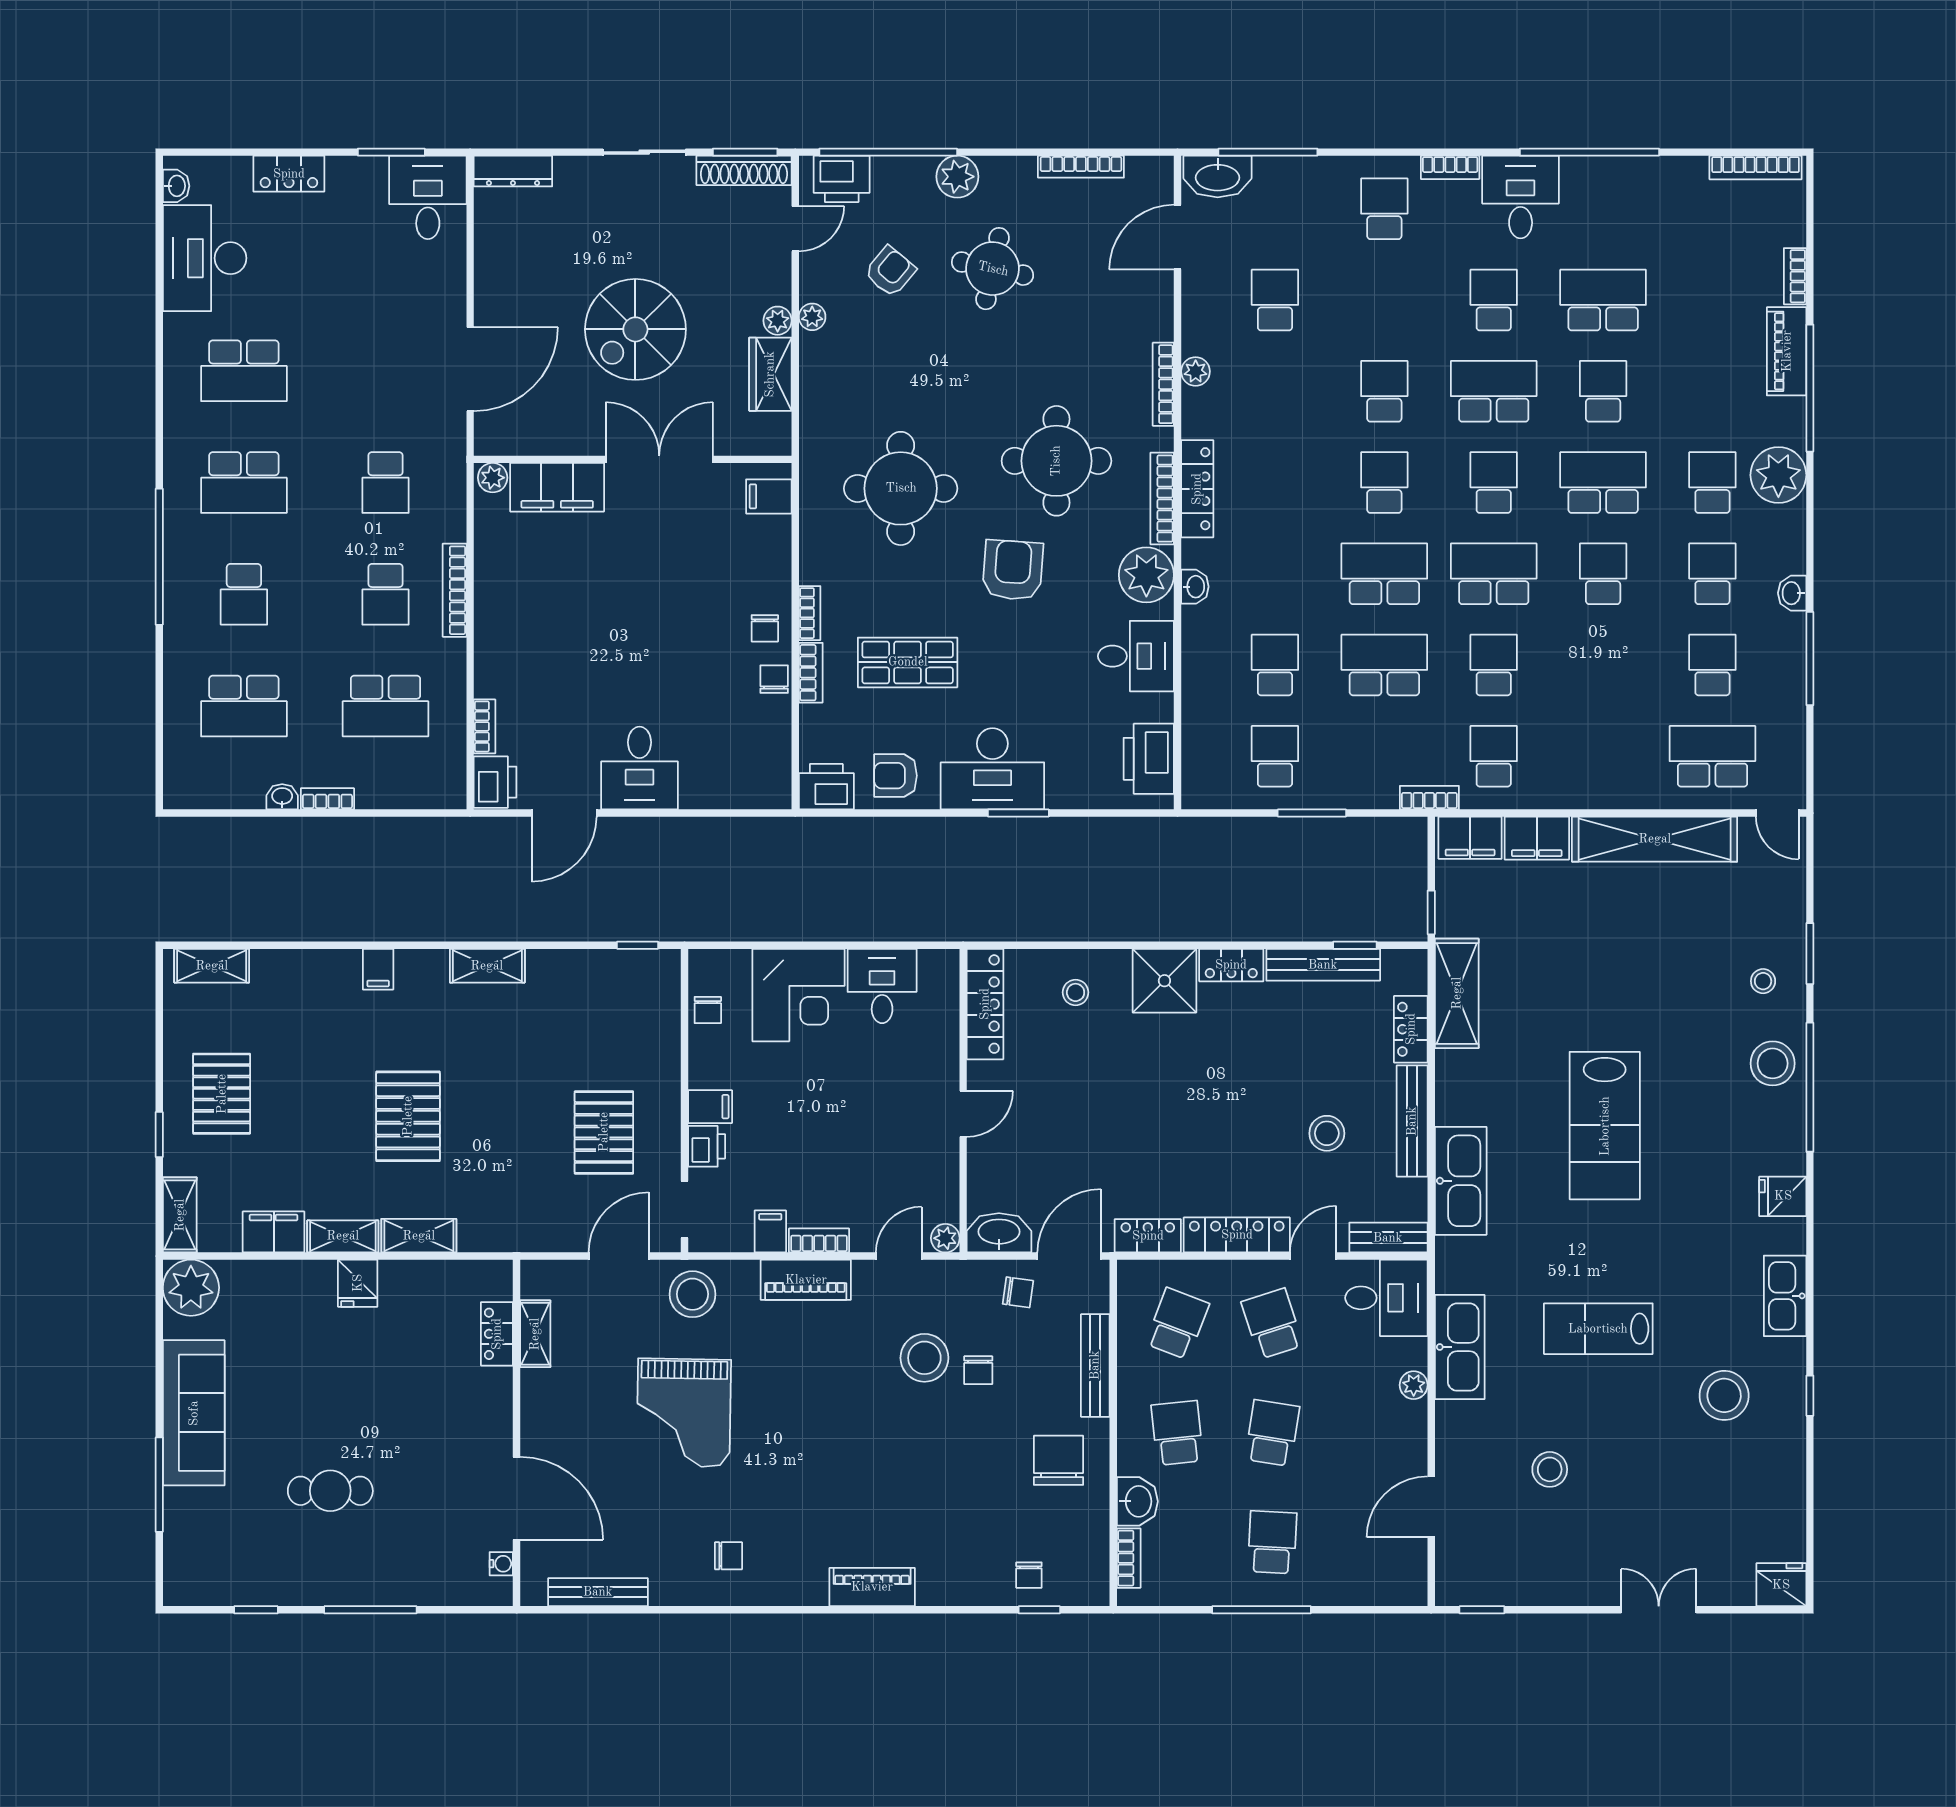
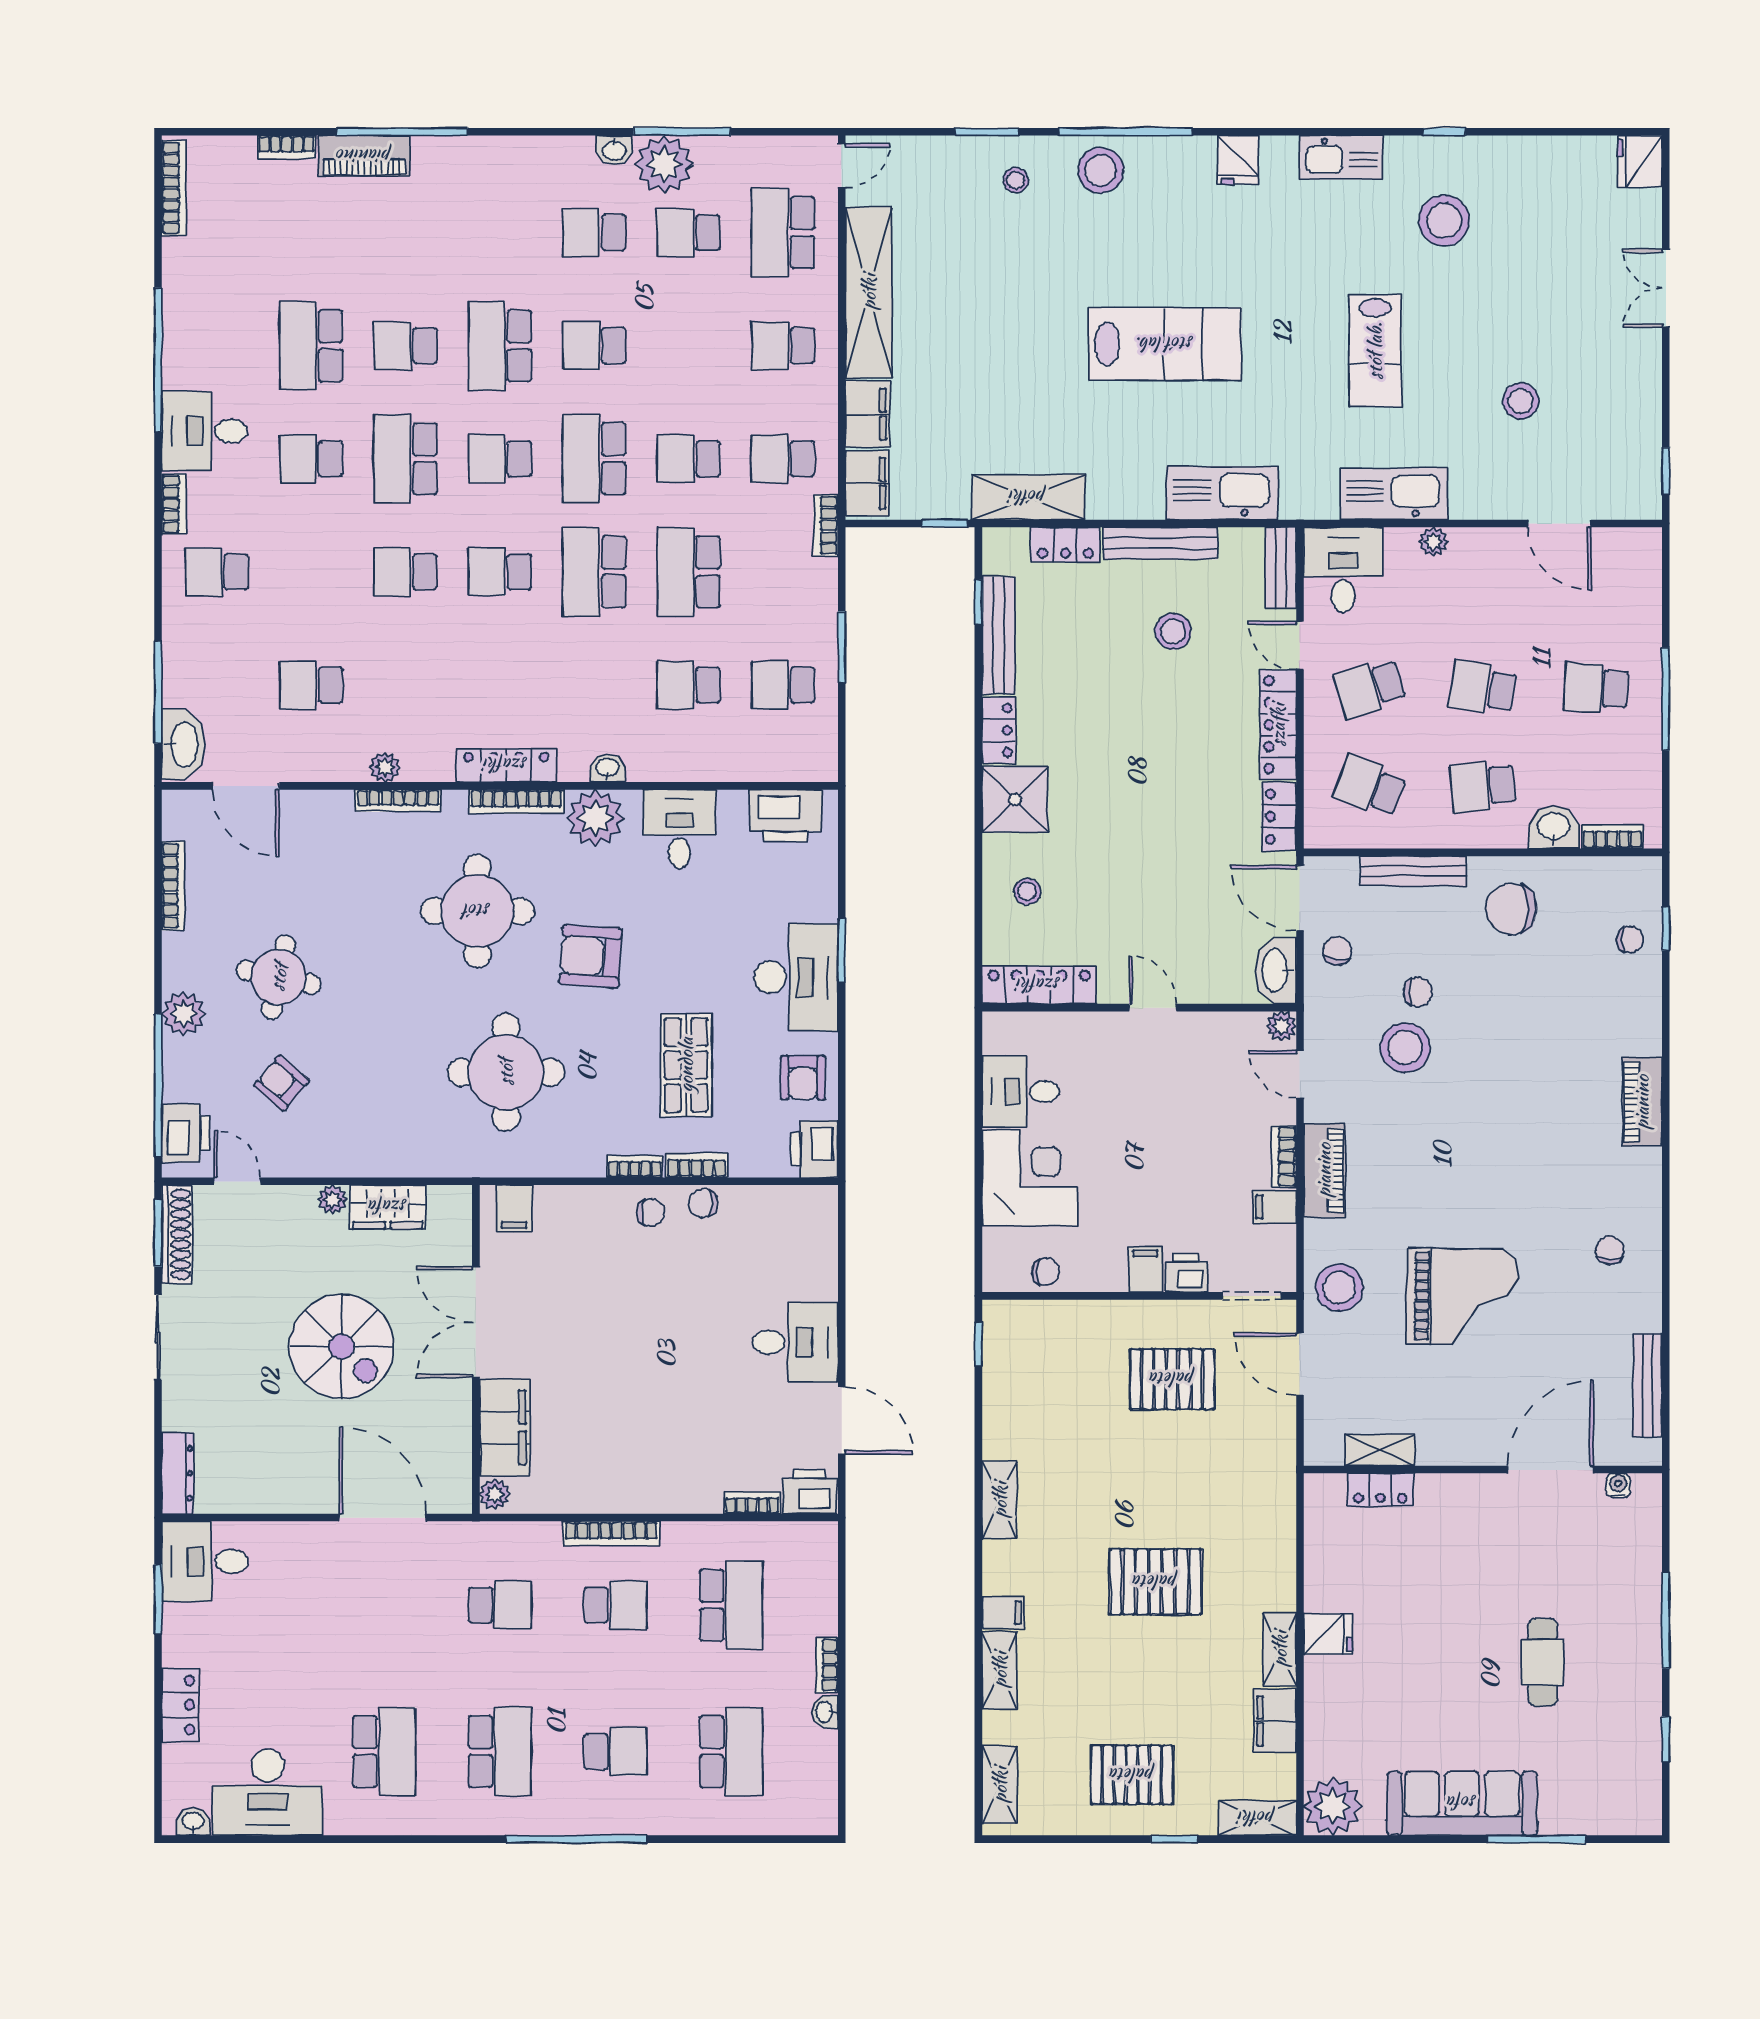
plant: (812, 317) -> (328, 1164), removed
plant: (1778, 475) -> (664, 164), moved
school desk: (1712, 483) -> (783, 346), moved
shelving: (419, 1236) -> (1000, 1670), moved

